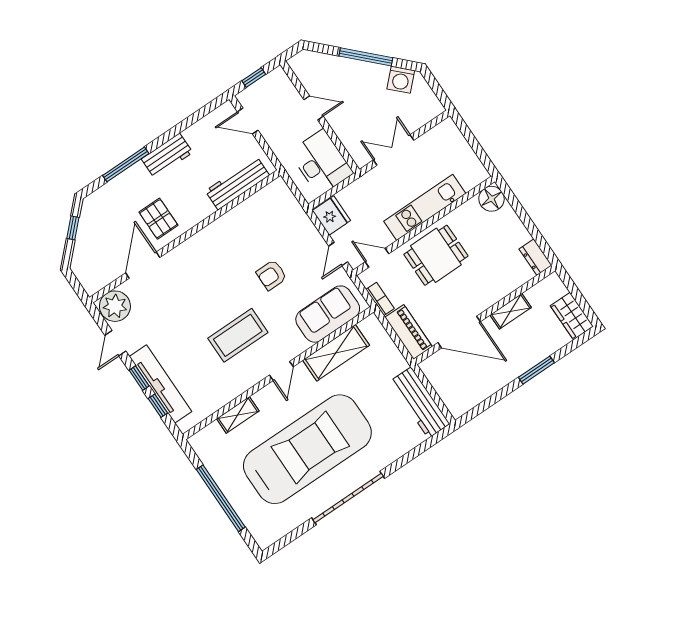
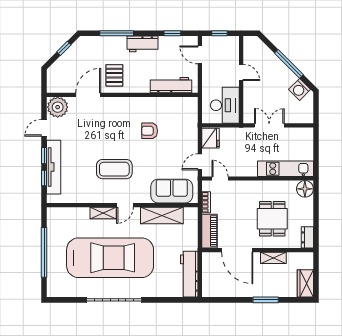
window: (195, 117) -> (172, 33), added
kitchen unit: (425, 207) -> (286, 169), moved
dining table: (436, 255) -> (272, 219), moved, turned 90
armchair: (272, 275) -> (150, 131), moved
shelving: (238, 415) -> (103, 213), moved

